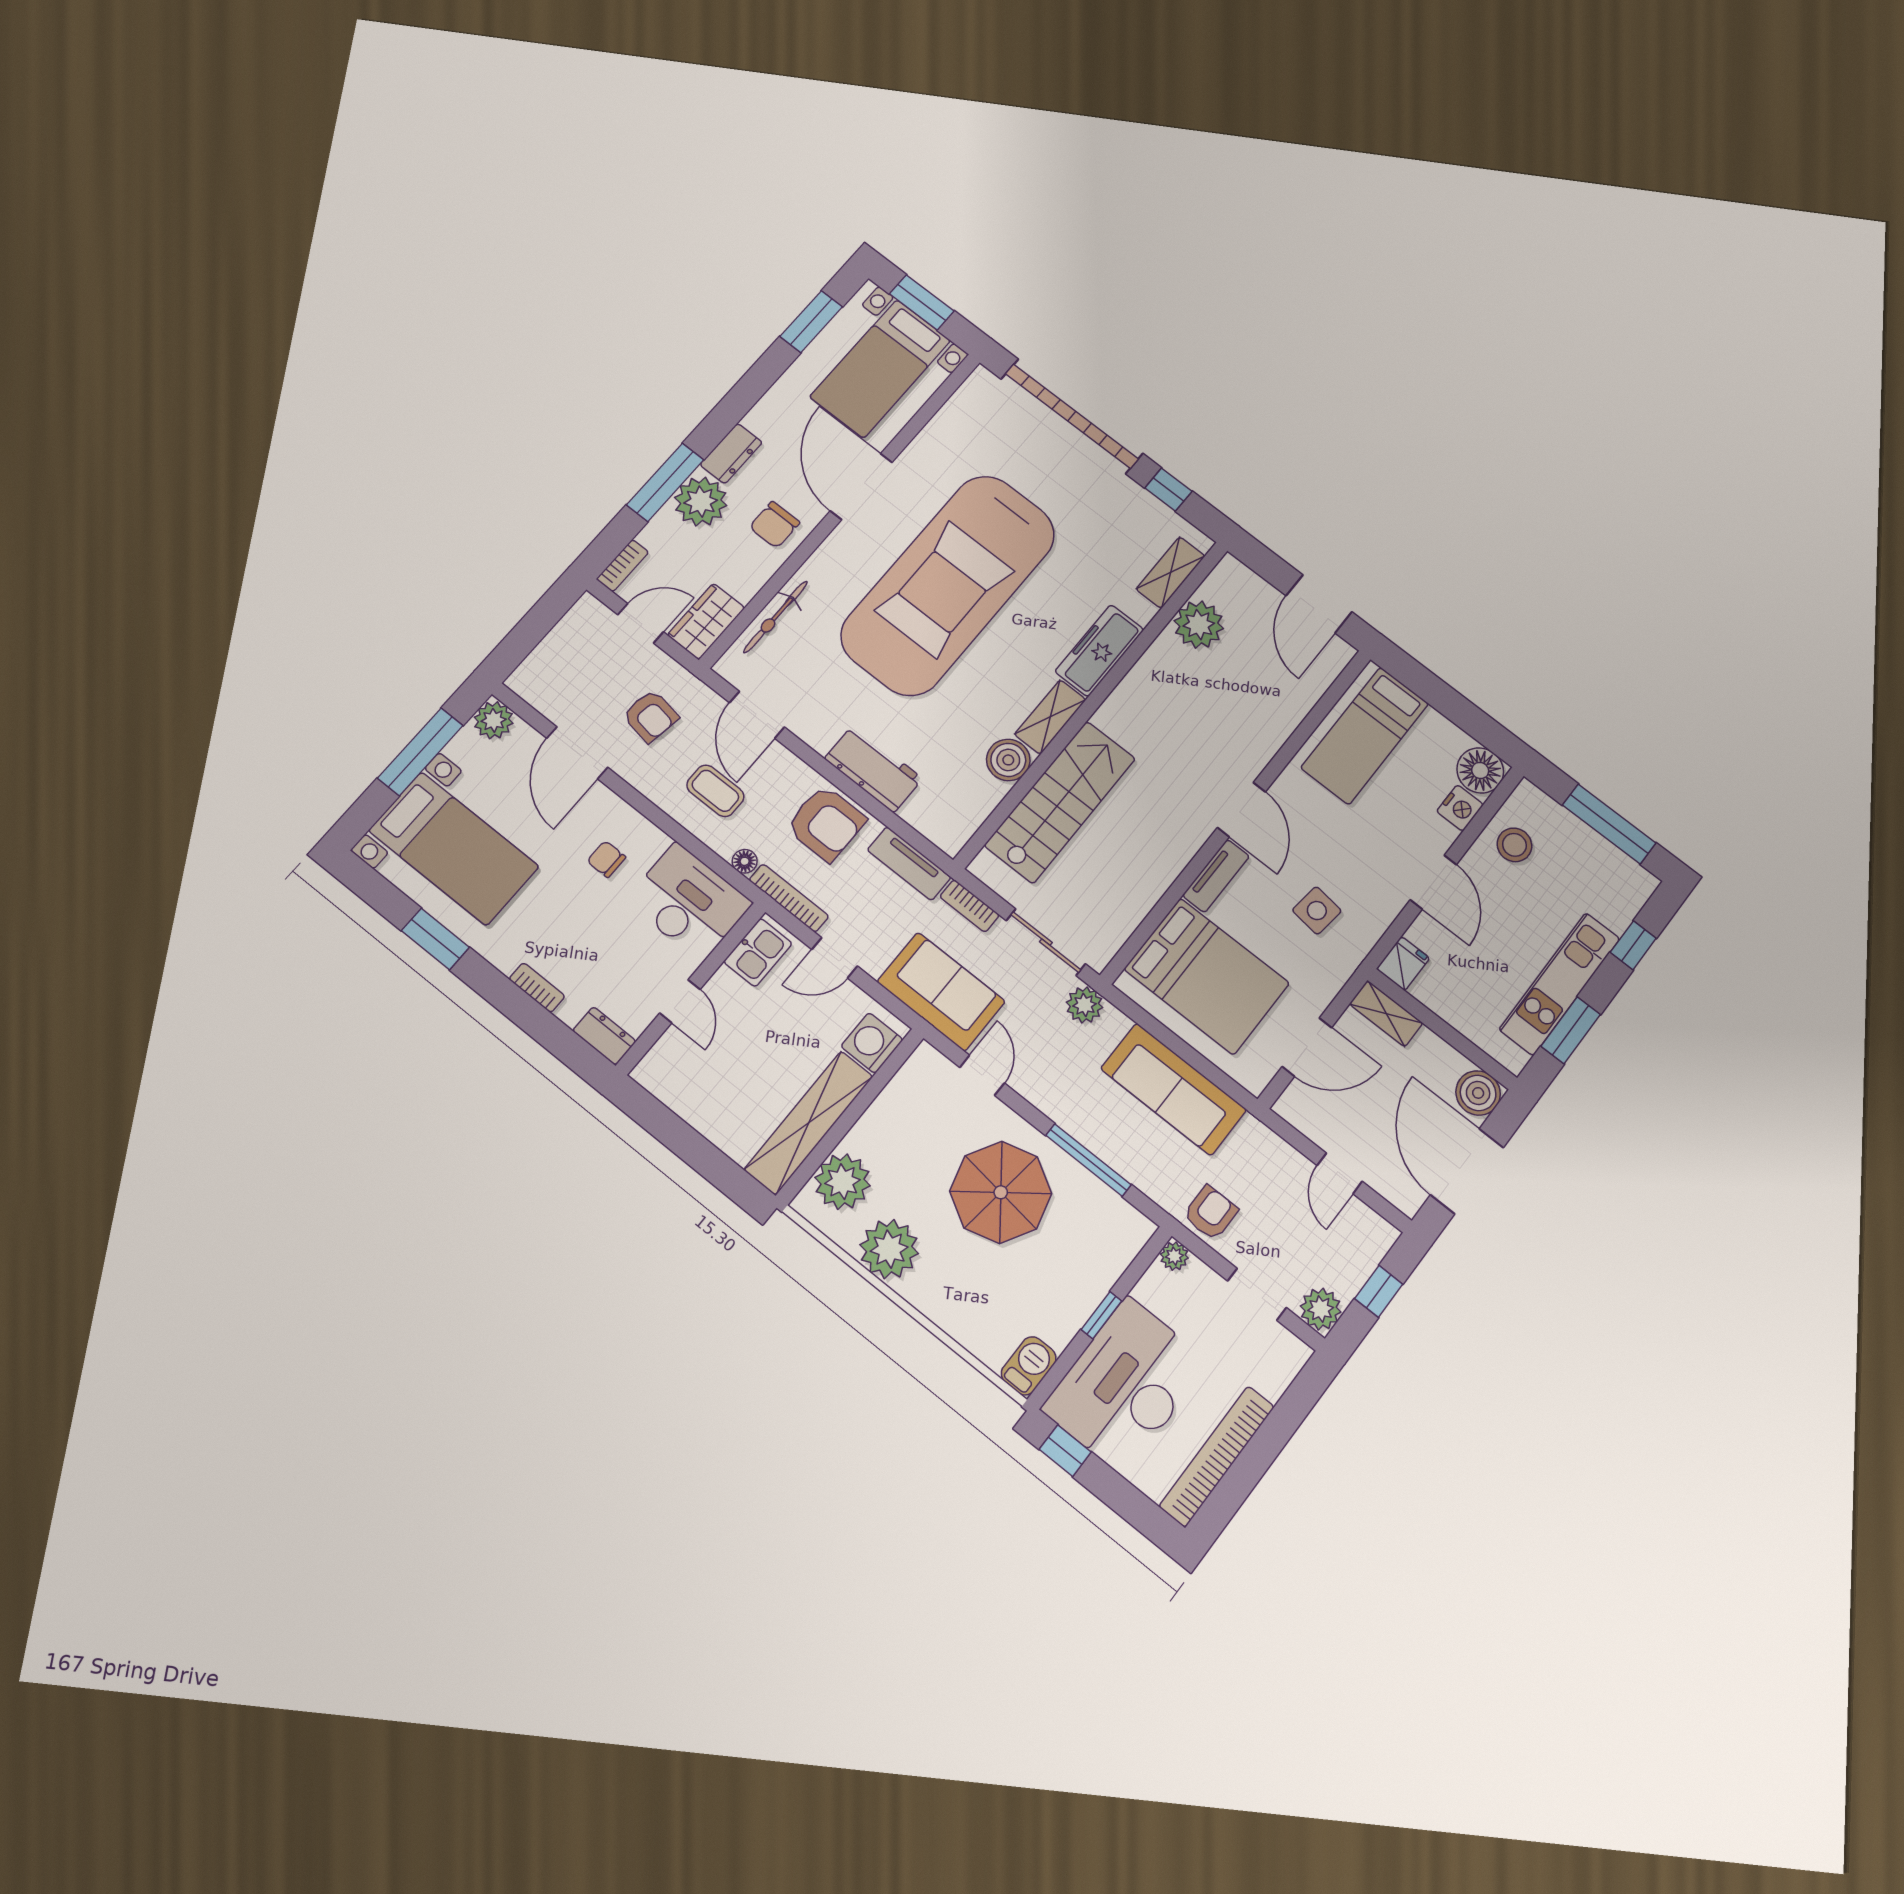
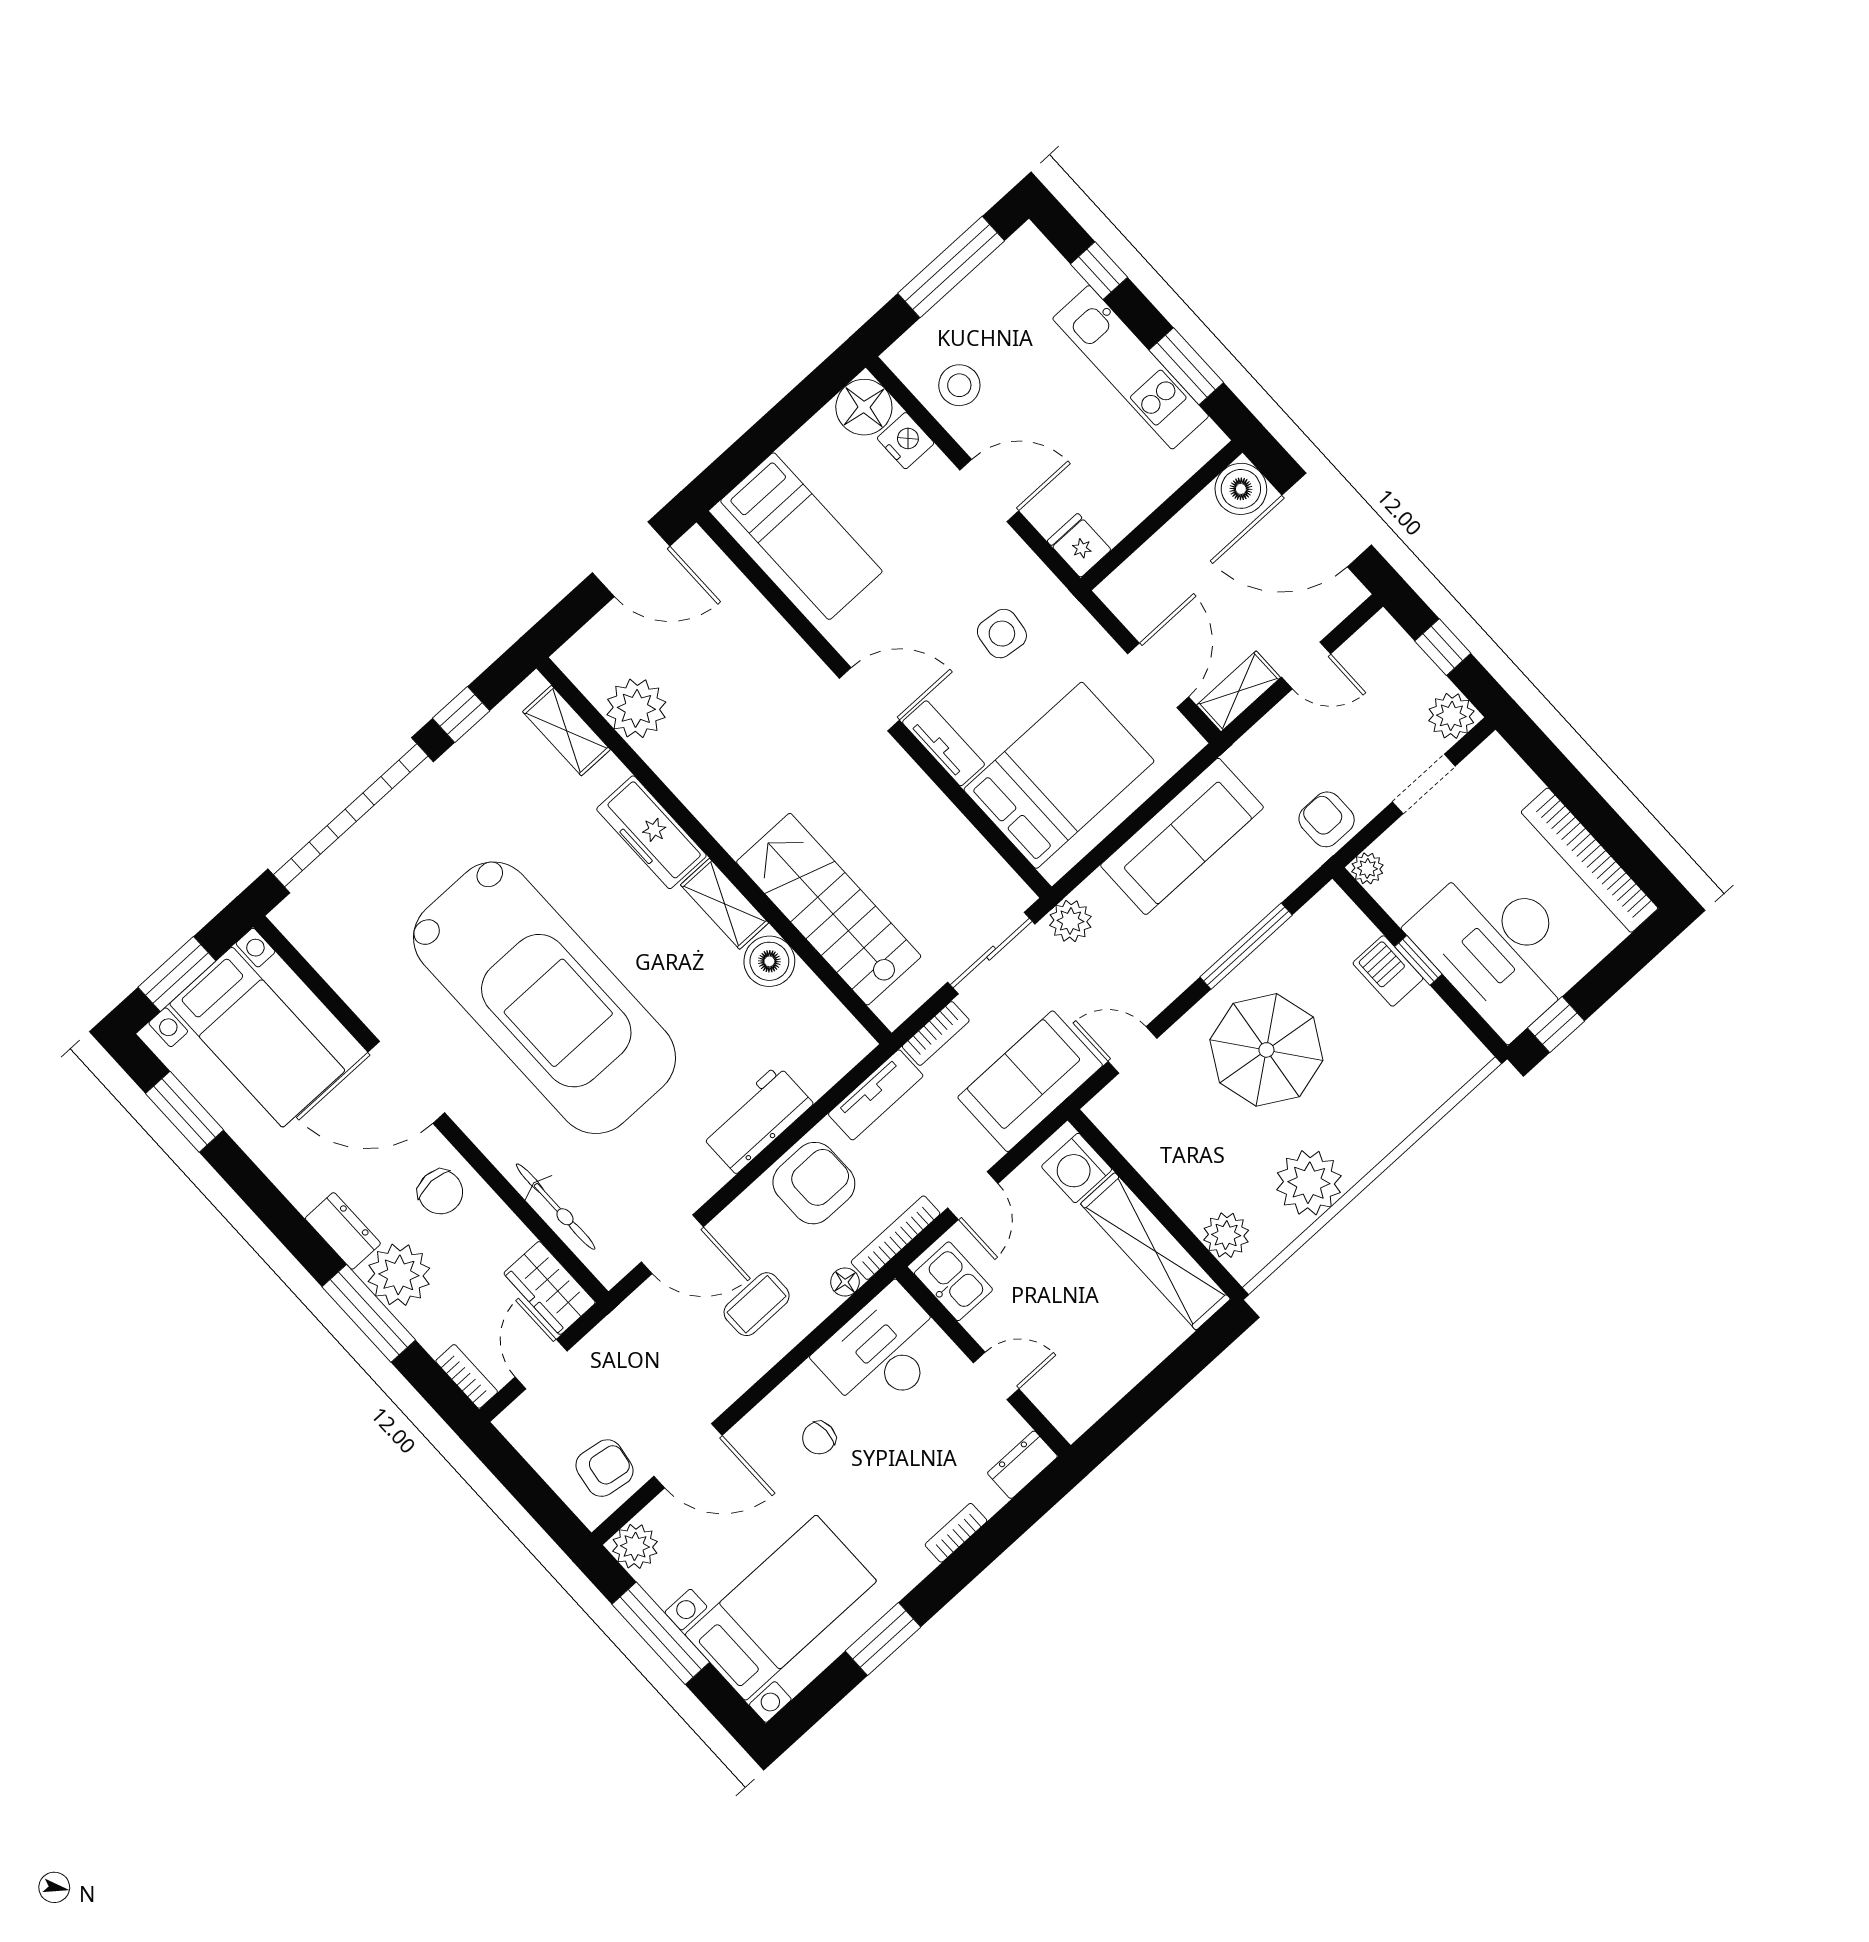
armchair: (650, 716) -> (604, 1468), moved
shelving: (1386, 1014) -> (1239, 691), moved
plant: (843, 1182) -> (1226, 1235), width x0.73, depth x0.73
barbecue: (1029, 1366) -> (1388, 971), moved

